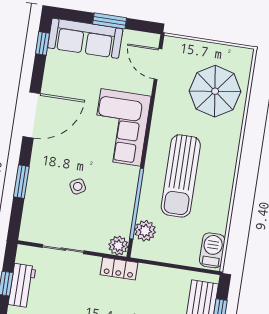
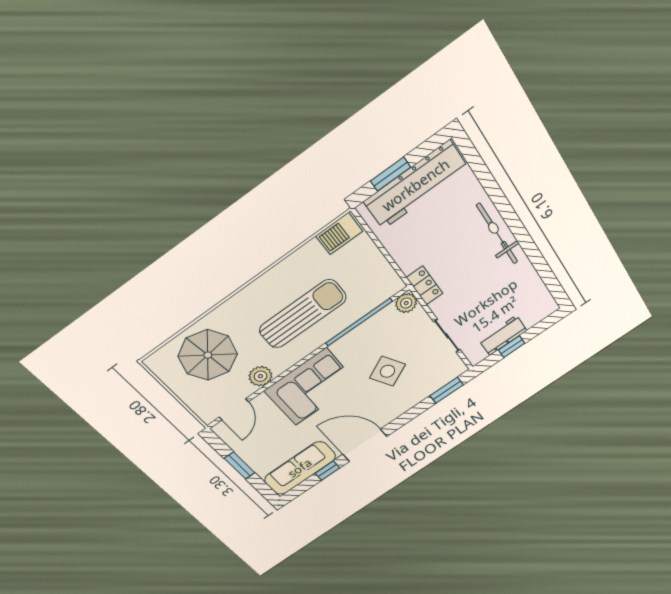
sofa: (85, 38) -> (300, 468), moved, turned -90
window: (43, 43) -> (327, 471), moved
window: (21, 182) -> (447, 390), moved
side table: (78, 186) -> (387, 371), width x1.87, depth x1.87
plant: (145, 231) -> (260, 376), moved

